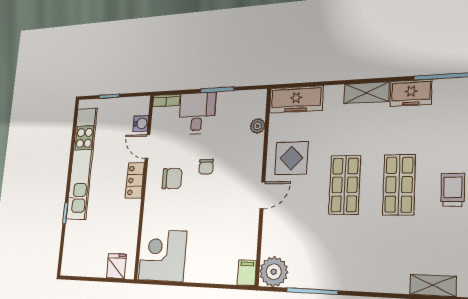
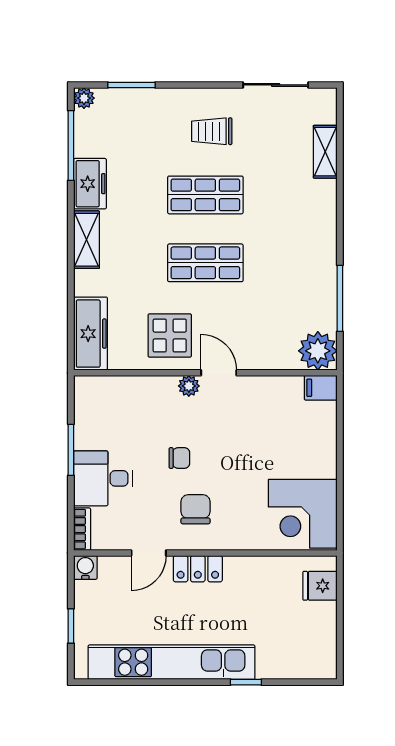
water cooler: (141, 124) -> (85, 567), moved
plant: (258, 126) -> (189, 386), moved

